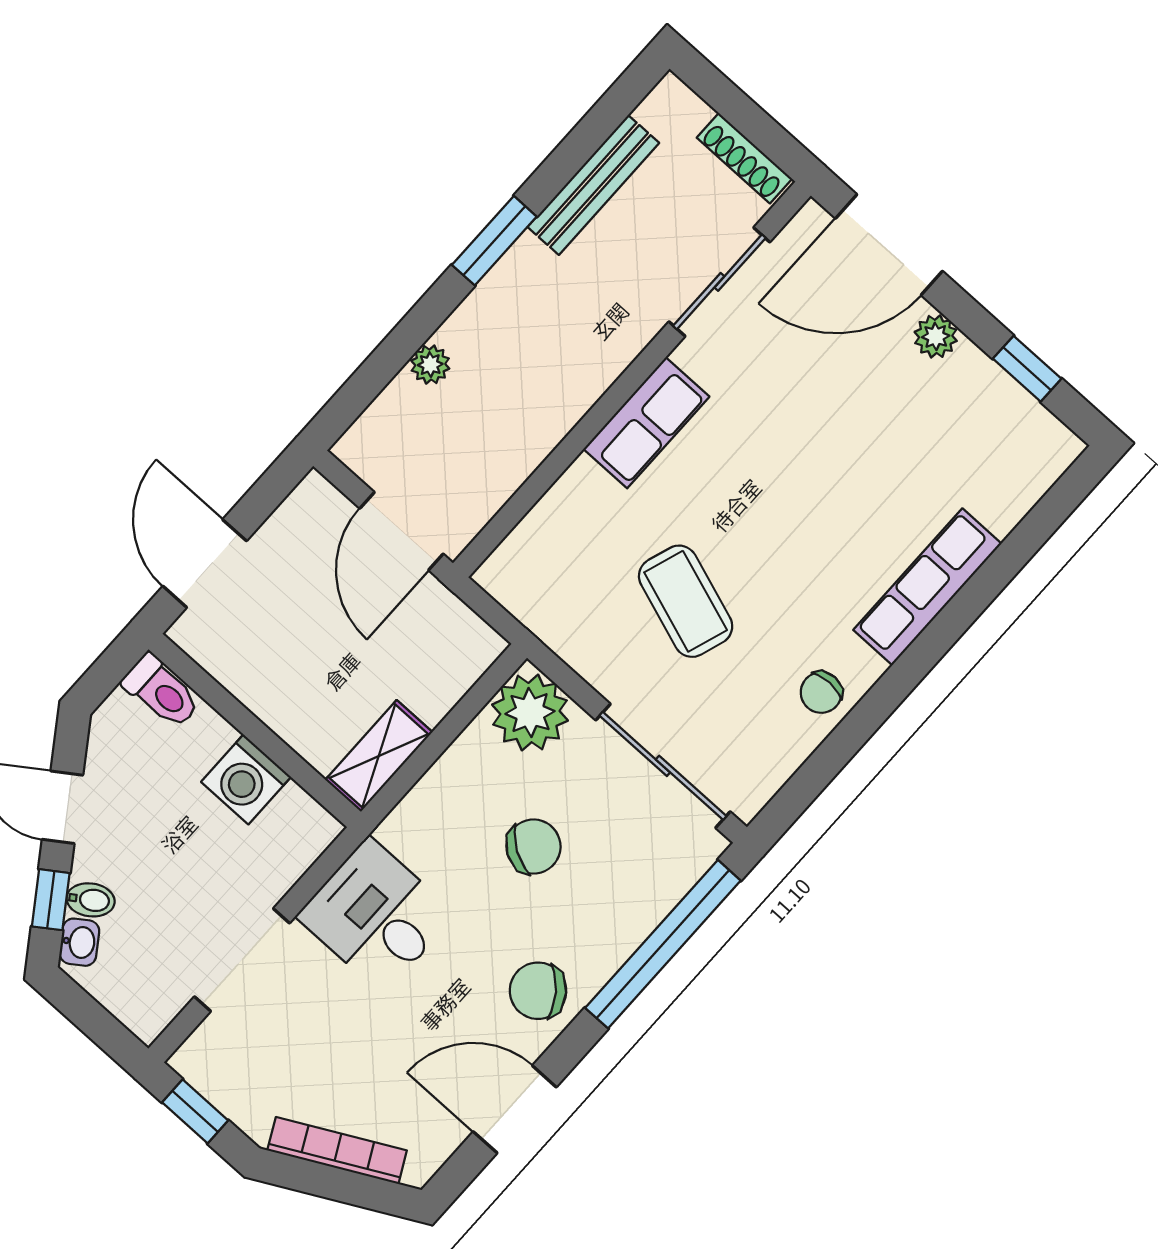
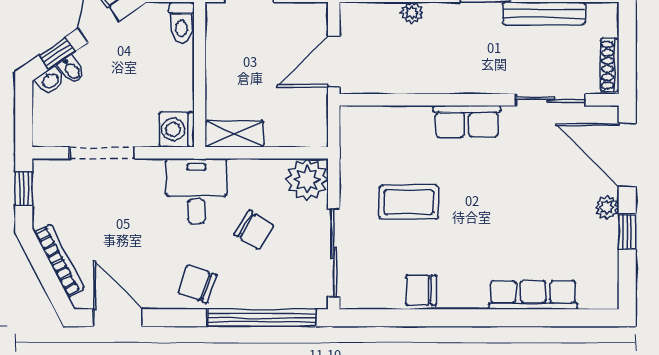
window: (1027, 369) -> (627, 232), moved
row of seats: (927, 587) -> (533, 295), moved
coffee table: (686, 601) -> (409, 202), turned 71
chair: (821, 692) -> (421, 290), width x1.37, depth x1.37
washing machine: (246, 779) -> (177, 129), moved
desk: (376, 915) -> (196, 191), moved
chair: (538, 991) -> (197, 284), turned -33
door: (515, 1109) -> (118, 318), moved

